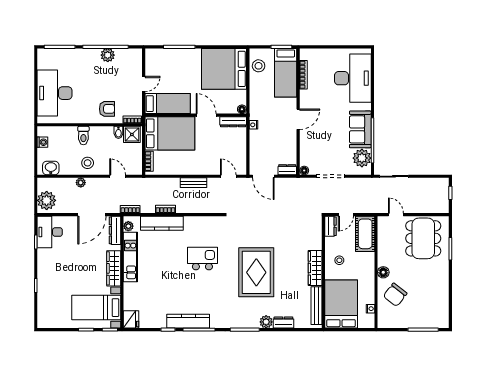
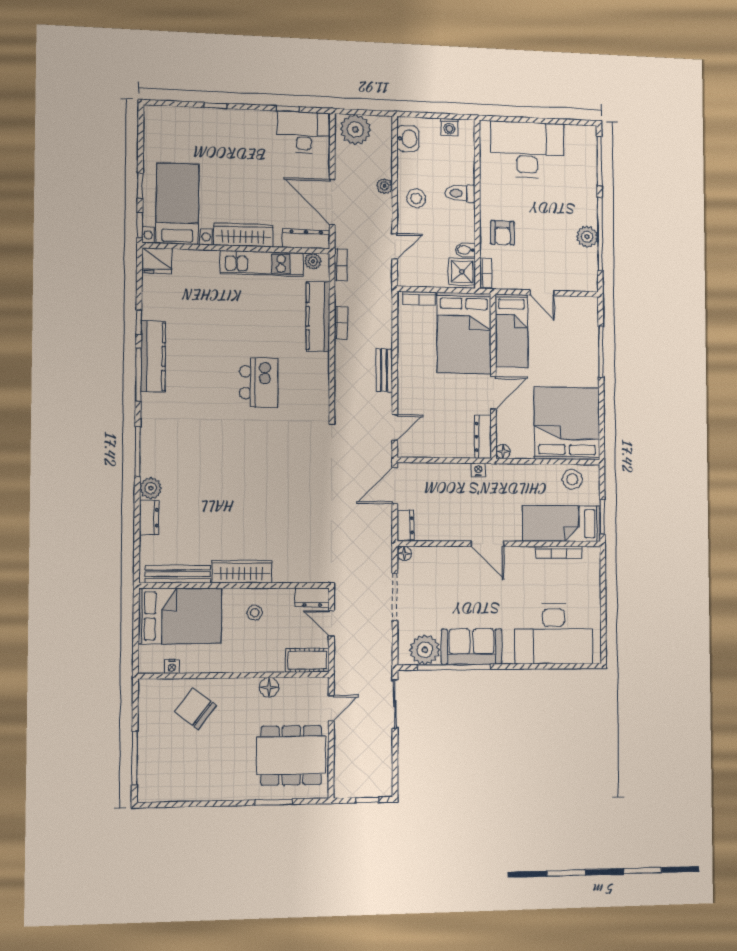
cot: (365, 234) -> (307, 660), width x0.73, depth x0.75
rug: (256, 272) -> (235, 472), removed
floor lamp: (383, 272) -> (269, 687), moved

